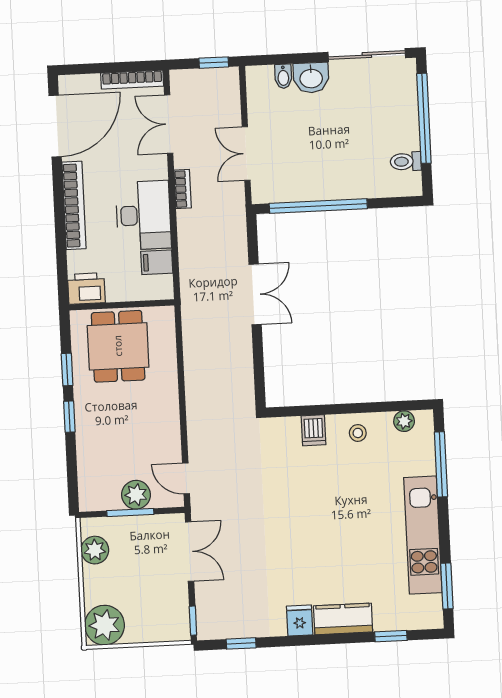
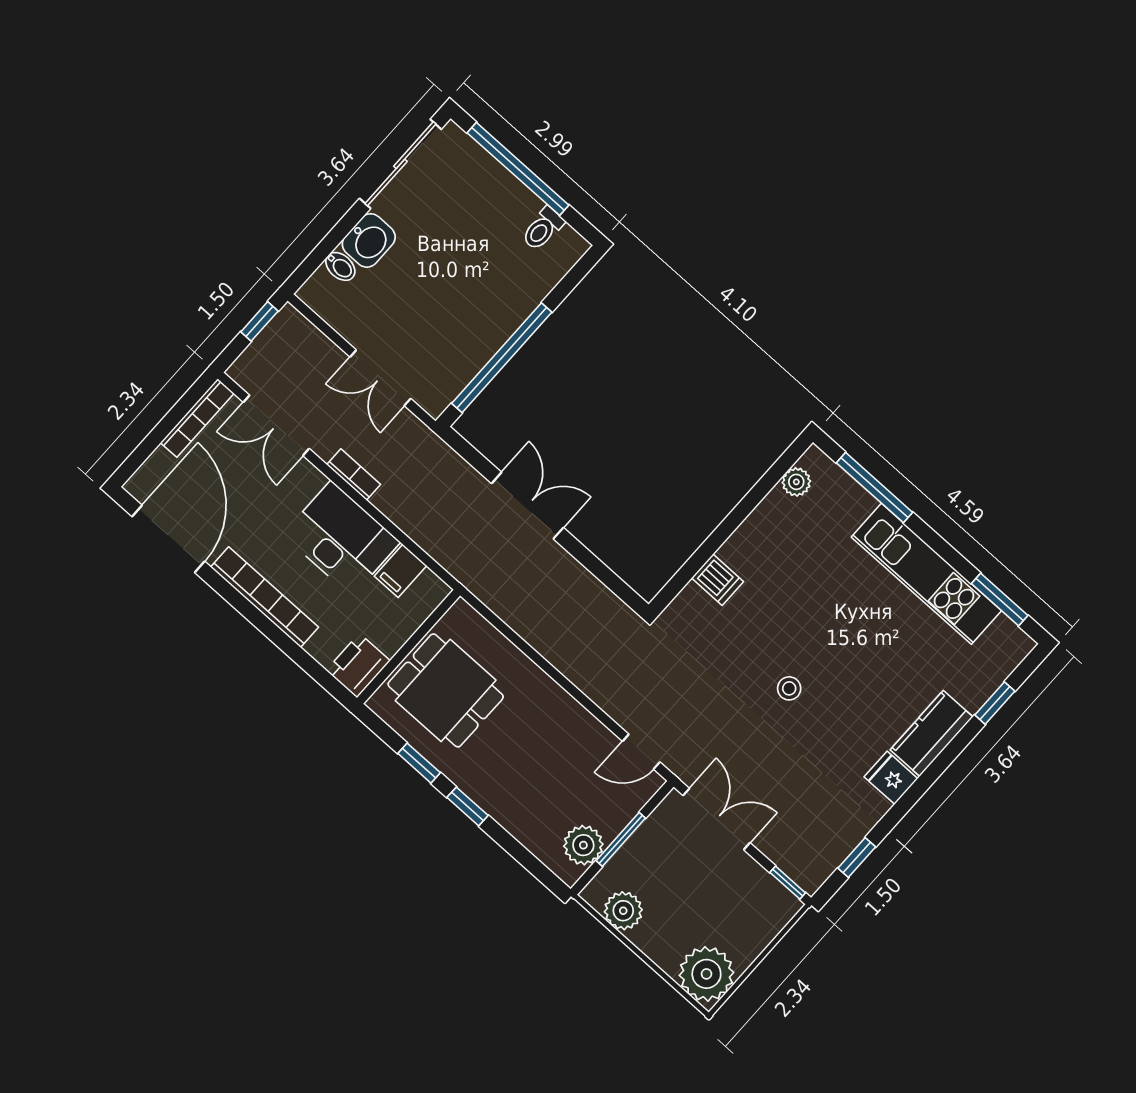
stool: (358, 433) -> (789, 688), moved
plant: (136, 495) -> (583, 845), moved

